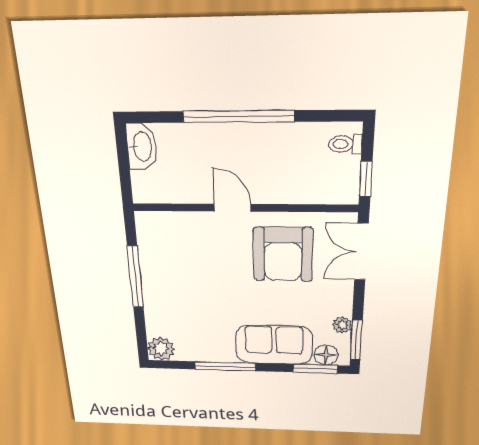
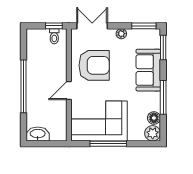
toilet: (345, 144) -> (54, 36), moved
double door: (361, 252) -> (92, 26), swing flipped
corner sofa: (176, 262) -> (99, 121), added
plant: (342, 325) -> (121, 34), moved
floor lamp: (326, 355) -> (154, 118), moved

